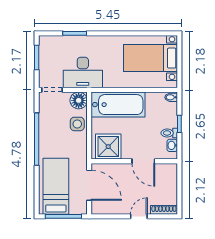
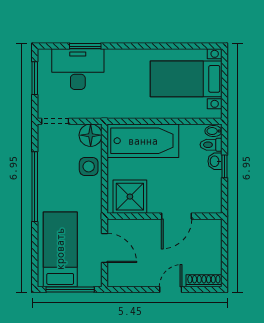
desk: (83, 73) -> (78, 69), moved, turned 180
toilet: (169, 133) -> (211, 145), moved
washbasin: (172, 145) -> (215, 161), moved
door: (143, 161) -> (177, 216), hinge flipped
door: (89, 185) -> (105, 248), width x0.73

